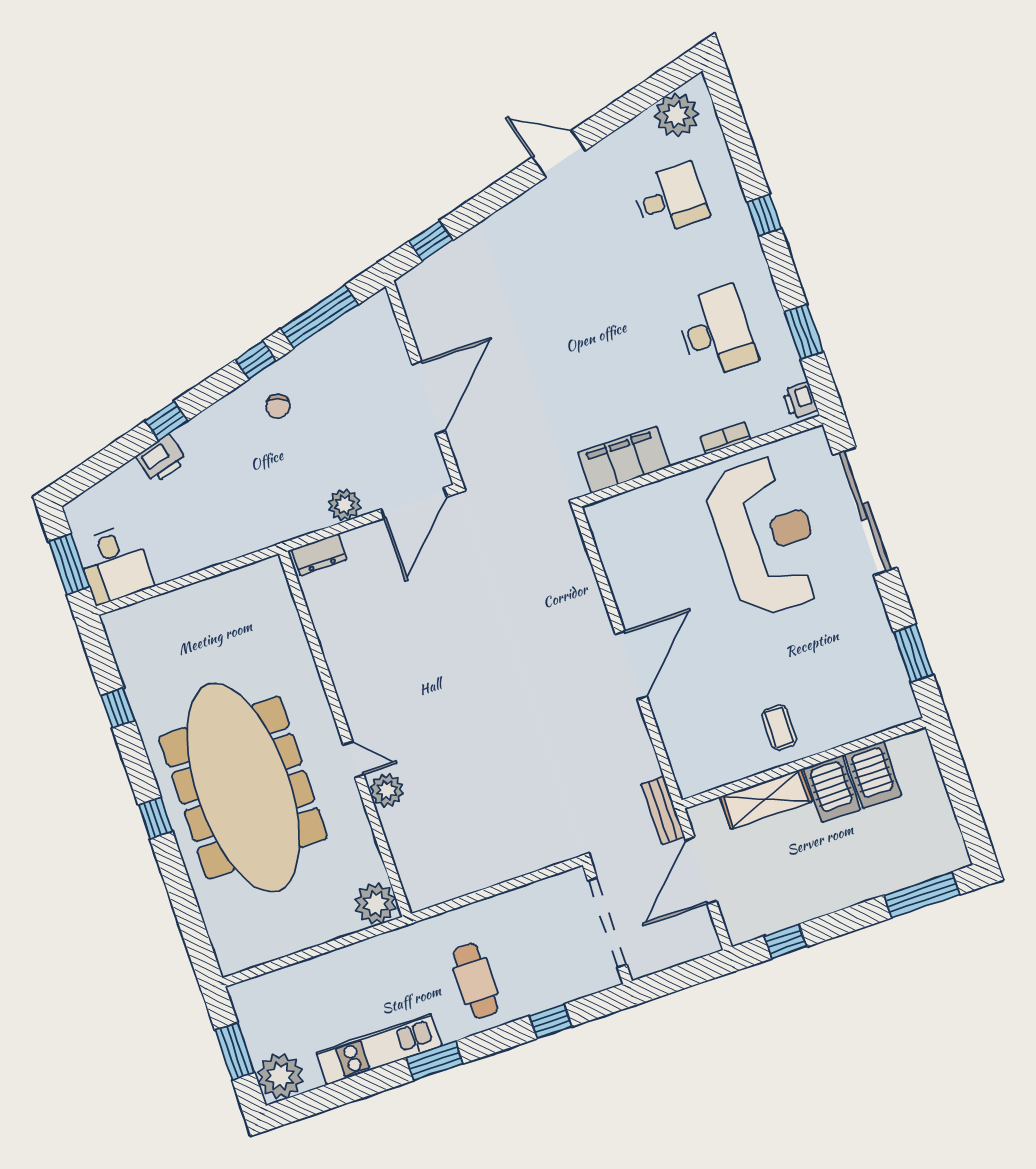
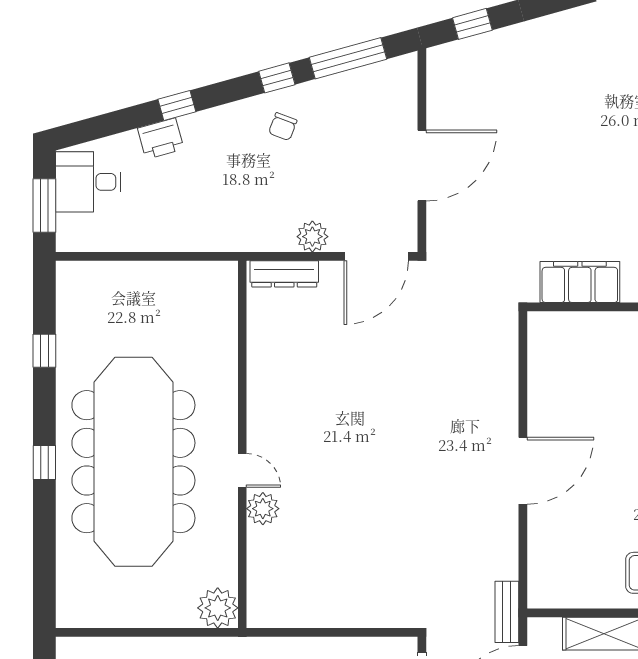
dresser: (319, 555) -> (284, 274), width x1.44
desk: (115, 564) -> (88, 182), moved, turned 90

